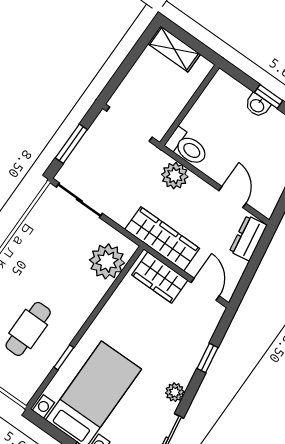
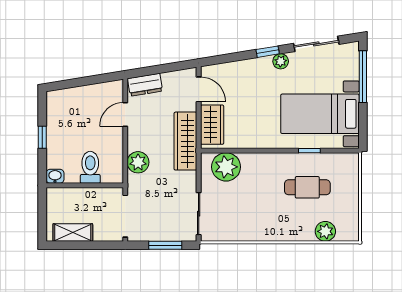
shelving: (174, 49) -> (73, 233), moved, turned 90
washbasin: (257, 105) -> (55, 176), moved, turned -90
toilet: (187, 147) -> (90, 167), moved
door: (205, 289) -> (199, 89), swing flipped
window: (208, 358) -> (268, 52), moved

